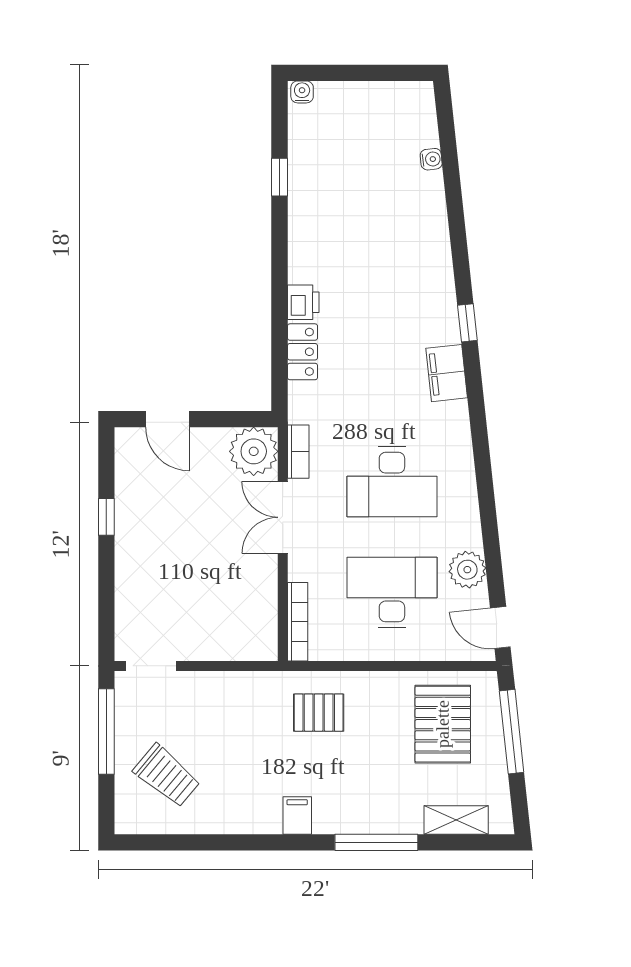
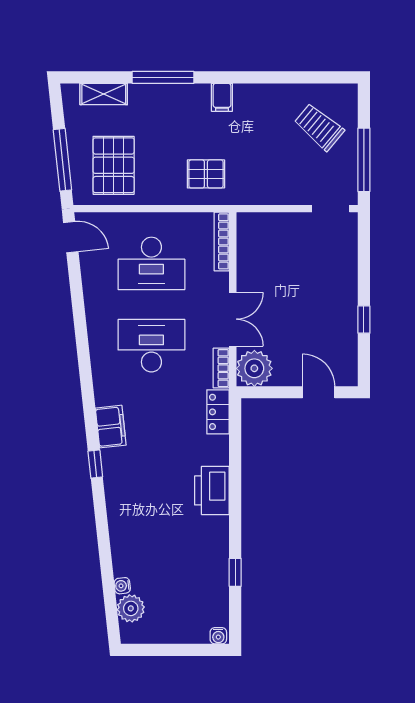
printer: (303, 302) -> (212, 490), width x1.87, depth x1.48
locker: (302, 352) -> (218, 412), moved
plant: (467, 570) -> (131, 608), moved

